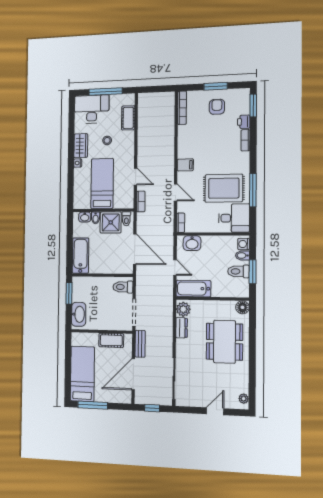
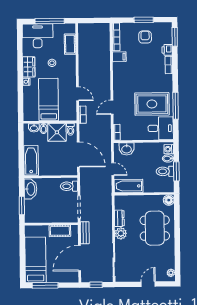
filing cabinet: (185, 165) -> (119, 57), moved
door: (176, 192) -> (112, 107), swing flipped
window: (69, 293) -> (22, 206), moved
plant: (183, 309) -> (121, 233), moved
washbasin: (79, 314) -> (30, 189), moved

